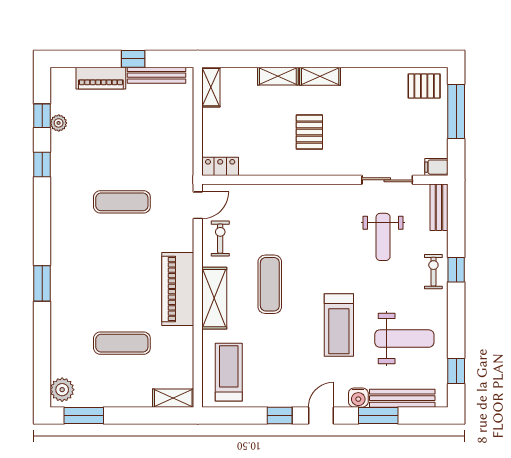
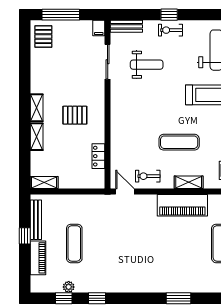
locker: (220, 166) -> (98, 156), moved
exercise mat: (122, 202) -> (74, 243), moved
shelving: (214, 298) -> (189, 182), width x0.67, depth x0.75

